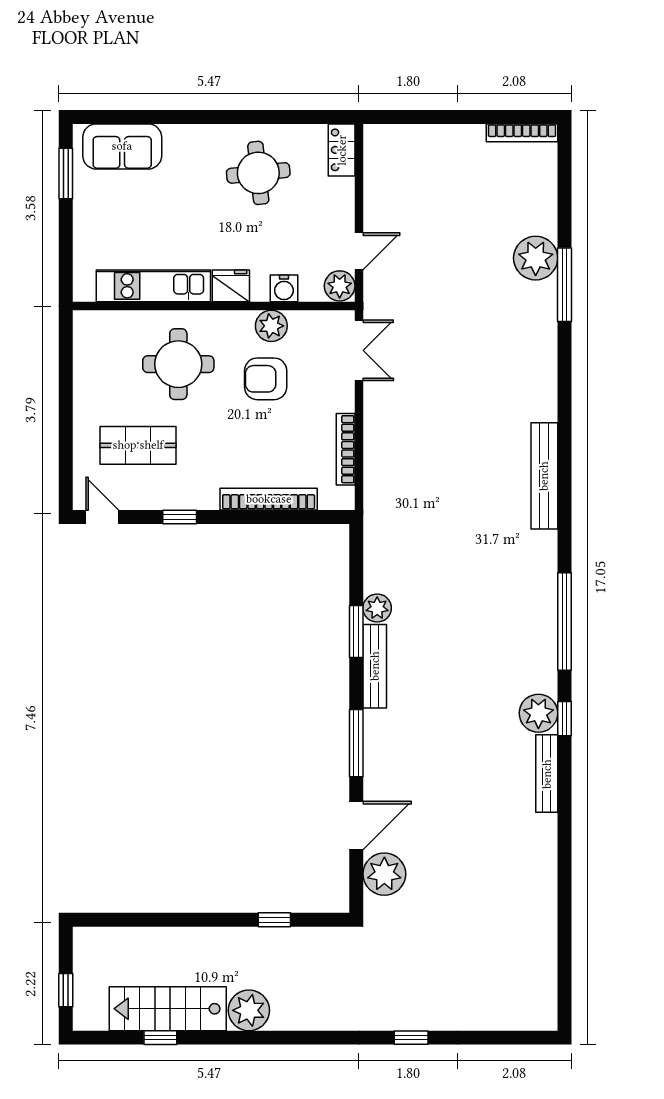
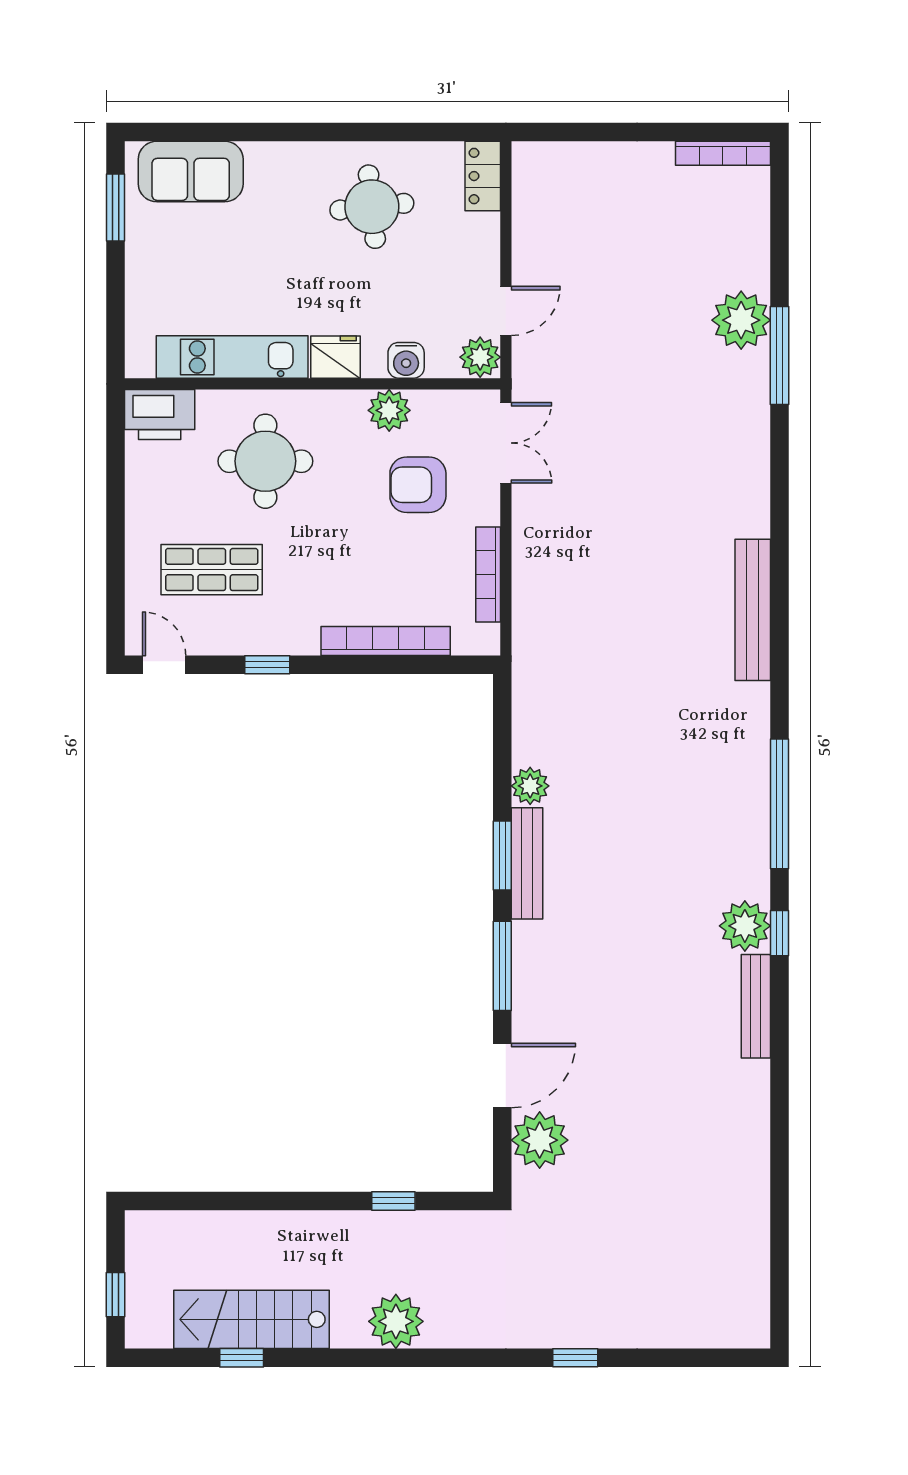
printer: (99, 329) -> (160, 414), added
armchair: (266, 379) -> (418, 485), moved
window: (356, 632) -> (502, 856), moved
plant: (249, 1010) -> (396, 1321), moved

